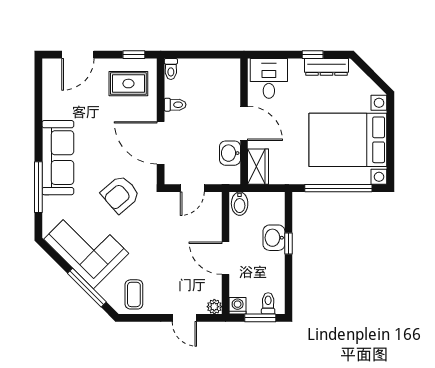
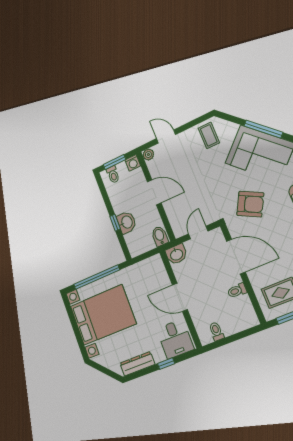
window: (313, 55) -> (166, 364), moved
toilet: (171, 69) -> (216, 331), moved
washbasin: (230, 153) -> (176, 254), moved, turned 90
wardrobe: (258, 167) -> (157, 269), removed
armchair: (120, 194) -> (250, 204), turned 69
window: (87, 288) -> (263, 129), moved

